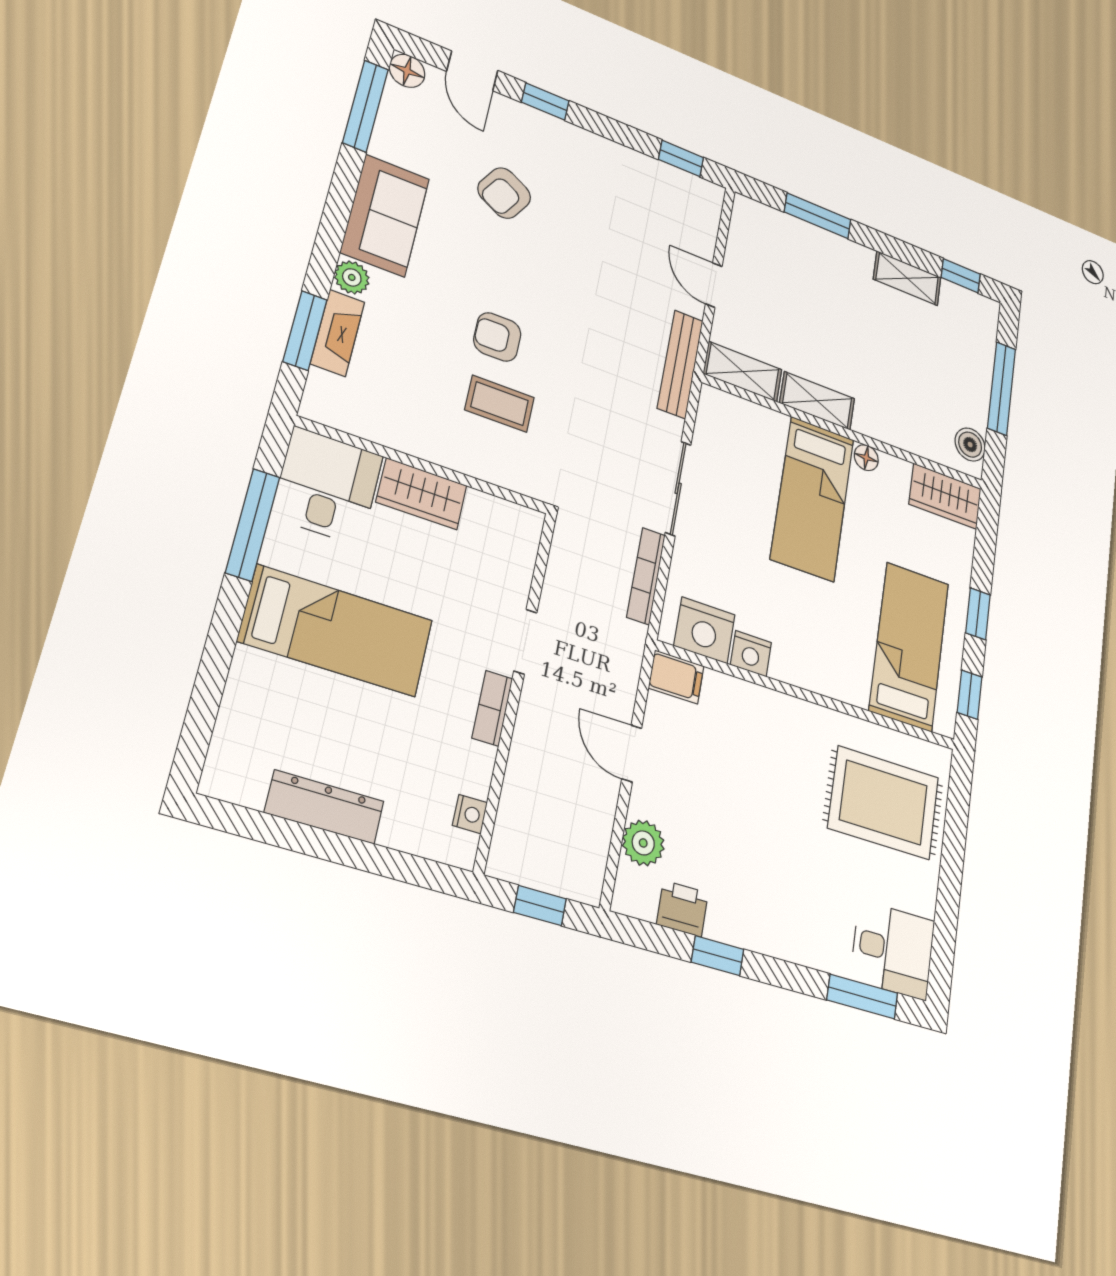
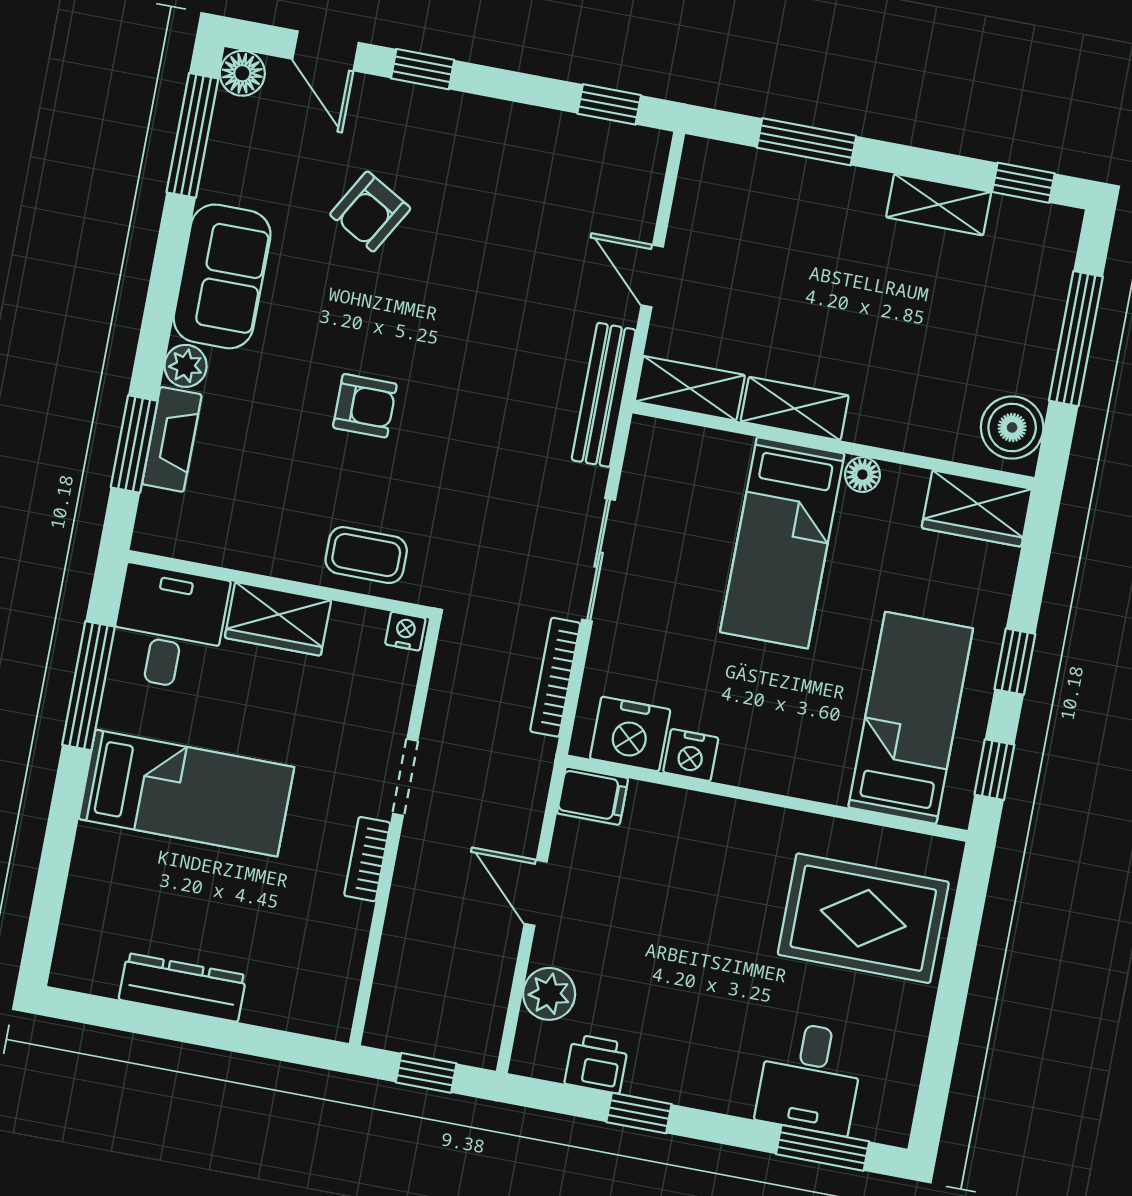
armchair: (497, 337) -> (365, 406), turned 180
coffee table: (500, 404) -> (366, 555), moved
boiler: (970, 445) -> (1012, 427), width x1.36, depth x1.36
nightstand: (470, 814) -> (405, 631), moved, turned -90
desk: (893, 950) -> (810, 1078), moved, turned 90

